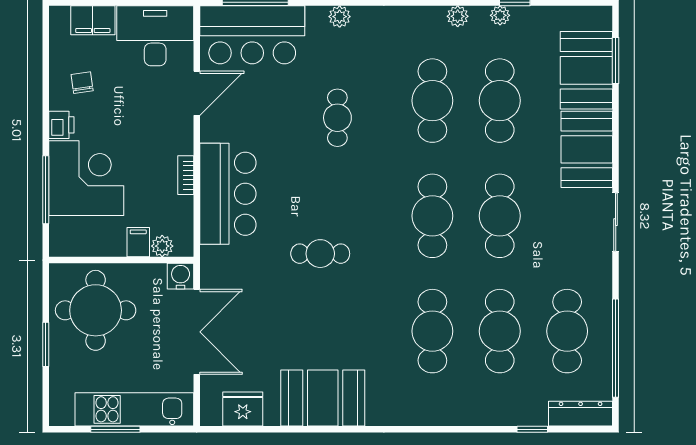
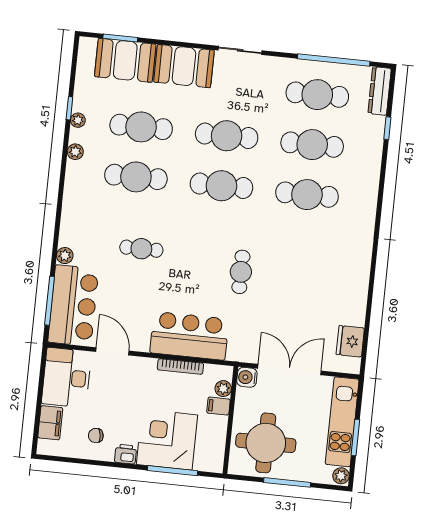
plant: (340, 17) -> (65, 256), moved
bookcase: (186, 175) -> (180, 366), width x1.56
window: (46, 344) -> (287, 482), width x1.44
booth: (323, 398) -> (348, 281), removed
plant: (62, 415) -> (341, 476), added

